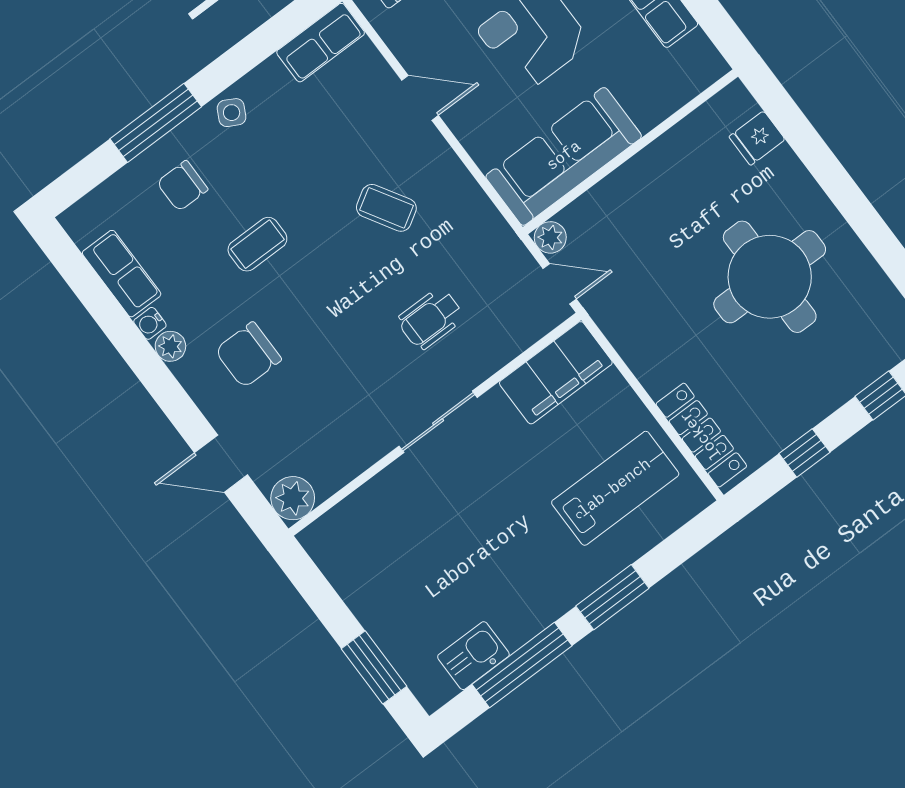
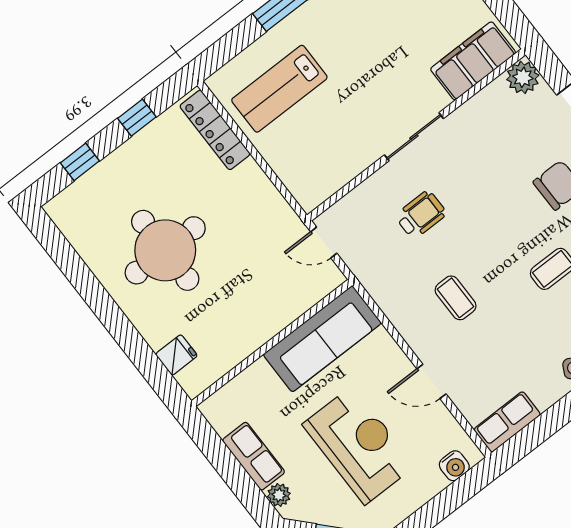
coffee table: (386, 208) -> (456, 298), turned 31
plant: (550, 237) -> (331, 277), removed
filing cabinet: (556, 373) -> (473, 61), moved

